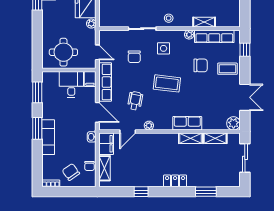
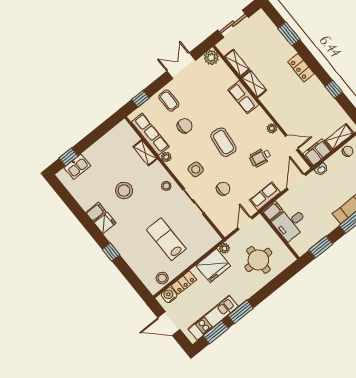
round table: (63, 52) -> (258, 260), moved
chair: (201, 65) -> (185, 126), turned 90
row of seats: (105, 82) -> (265, 196), width x0.68

